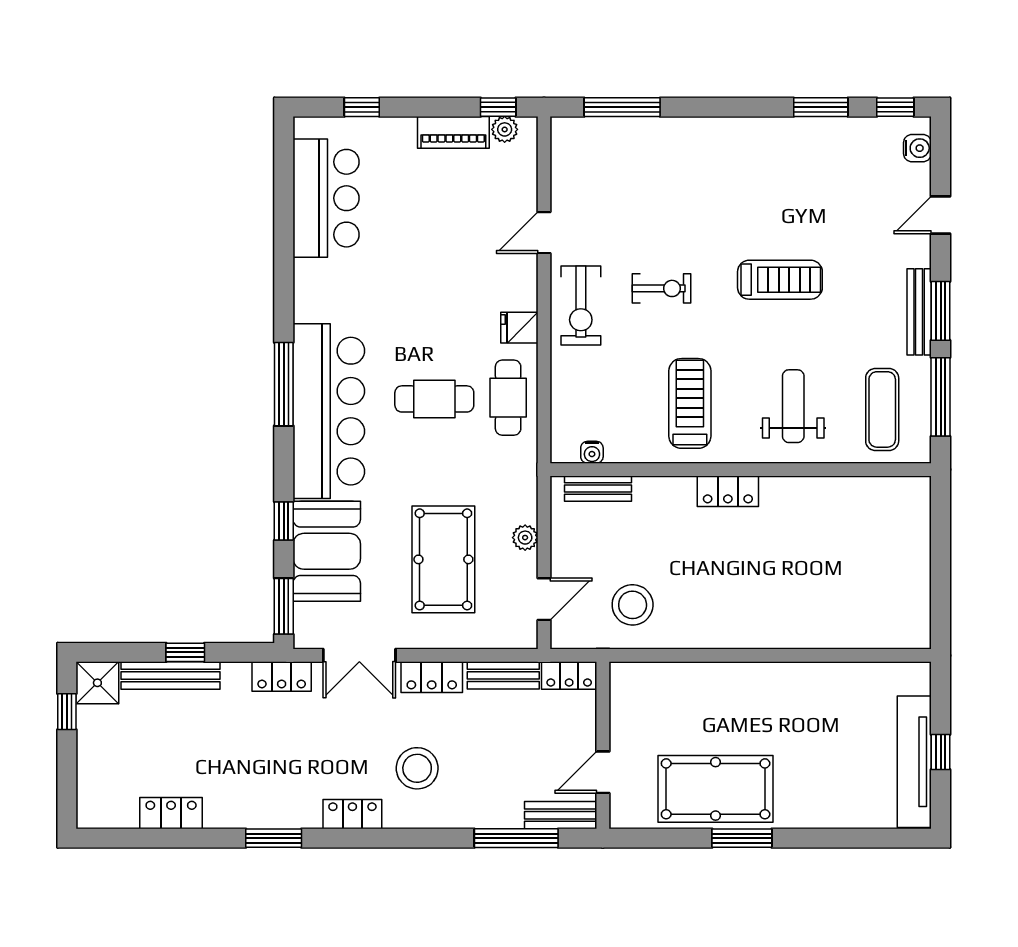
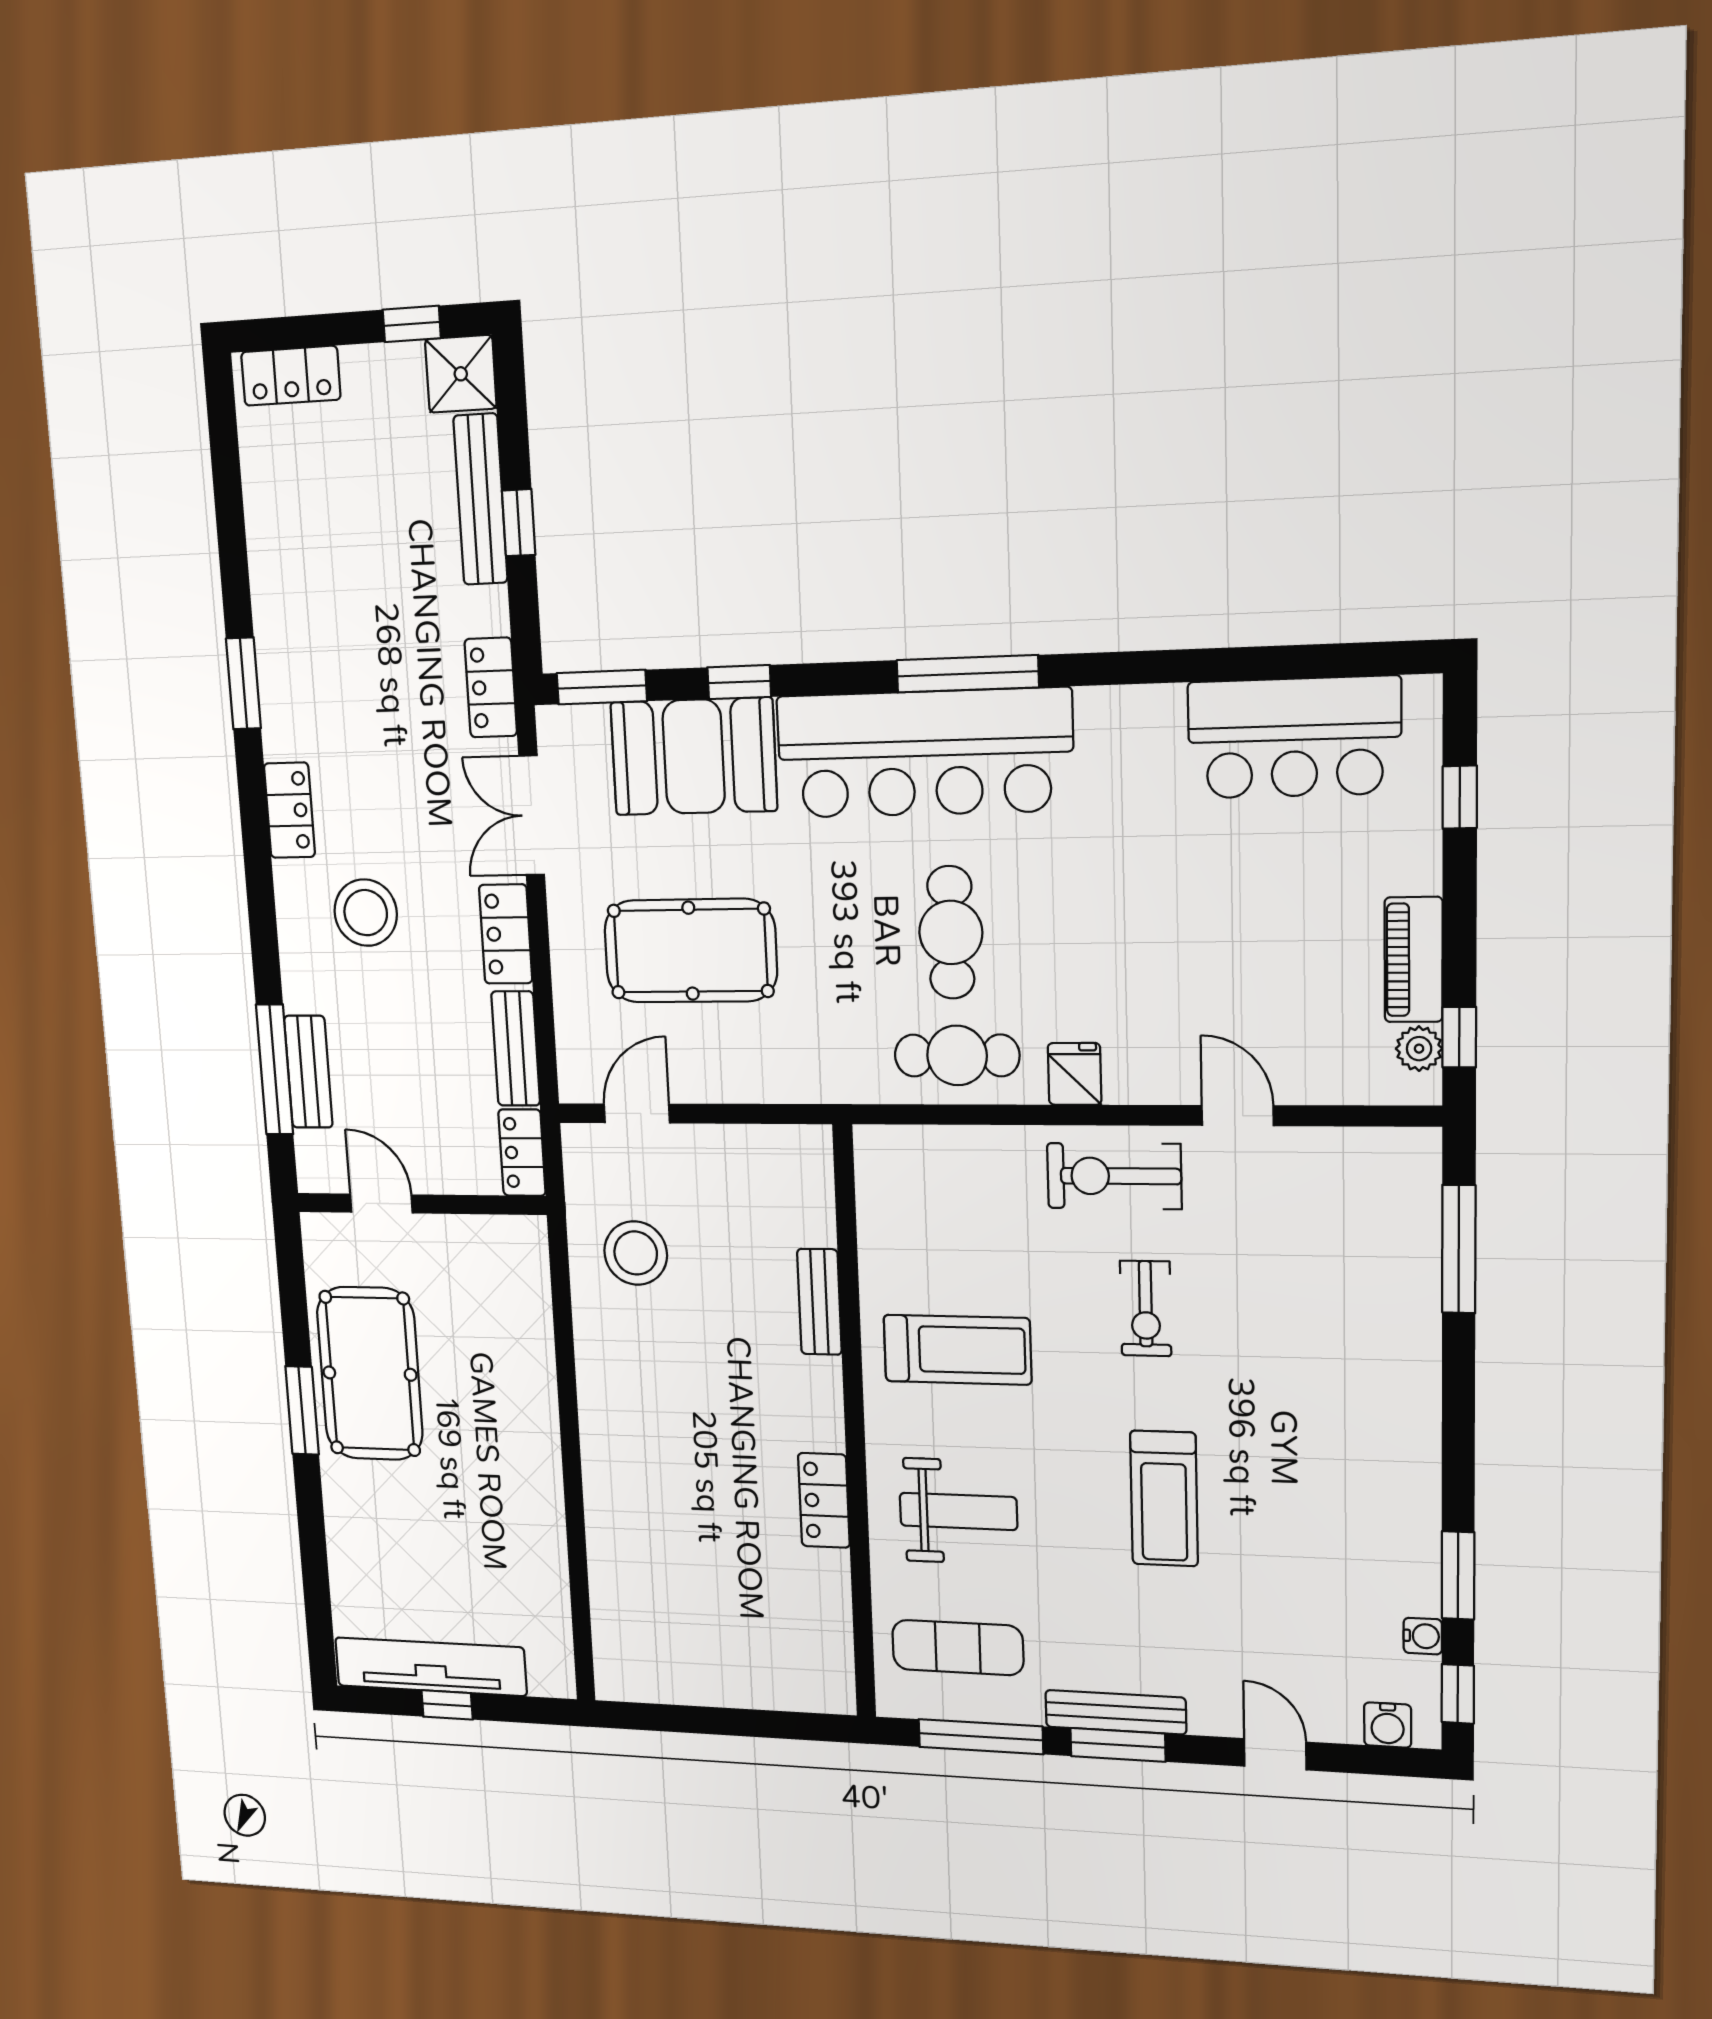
water cooler: (592, 452) -> (1423, 1636), moved, turned 180
bench: (598, 489) -> (819, 1302), moved
locker: (728, 491) -> (824, 1500), moved
plant: (525, 538) -> (732, 1083), removed
door: (544, 599) -> (637, 1113), swing flipped
locker: (171, 813) -> (291, 376), moved, turned 90
bench: (561, 815) -> (308, 1072), moved

